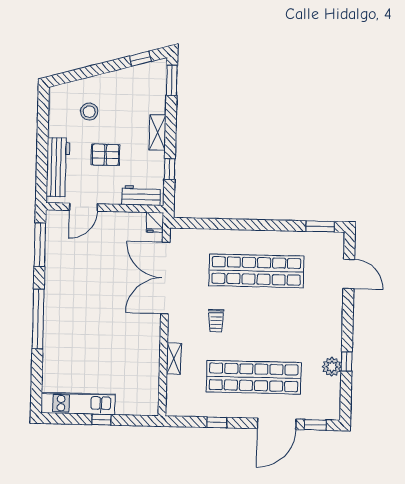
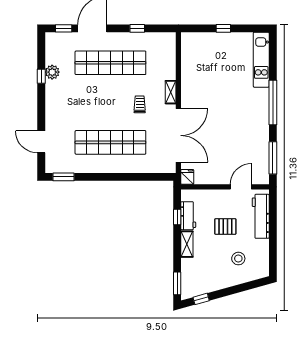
workbench: (141, 195) -> (188, 216), moved, turned -90
shelving: (174, 359) -> (171, 92), moved
kitchen unit: (78, 404) -> (261, 60), moved, turned 90

